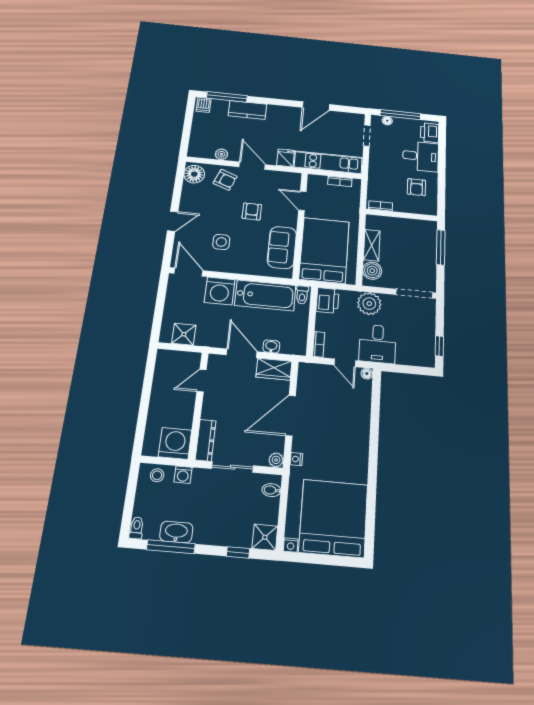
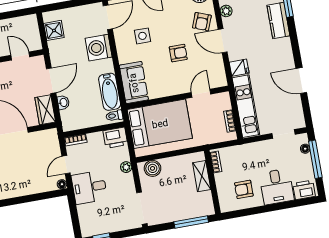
door: (252, 166) -> (223, 41), swing flipped
shelving: (372, 245) -> (202, 176), moved, turned 90
sofa: (282, 247) -> (134, 83), moved, turned 90
bathtub: (265, 295) -> (110, 92), width x0.73, depth x0.73
plant: (369, 304) -> (126, 167), width x0.53, depth x0.53

